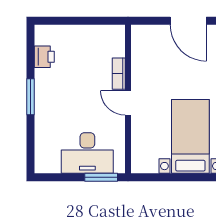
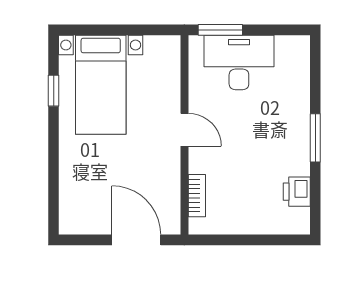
door: (188, 21) -> (136, 240), moved
bookcase: (119, 74) -> (197, 196), moved

